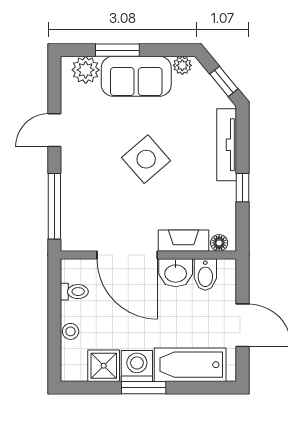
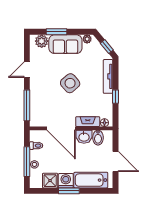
window: (54, 326) -> (27, 162), added

